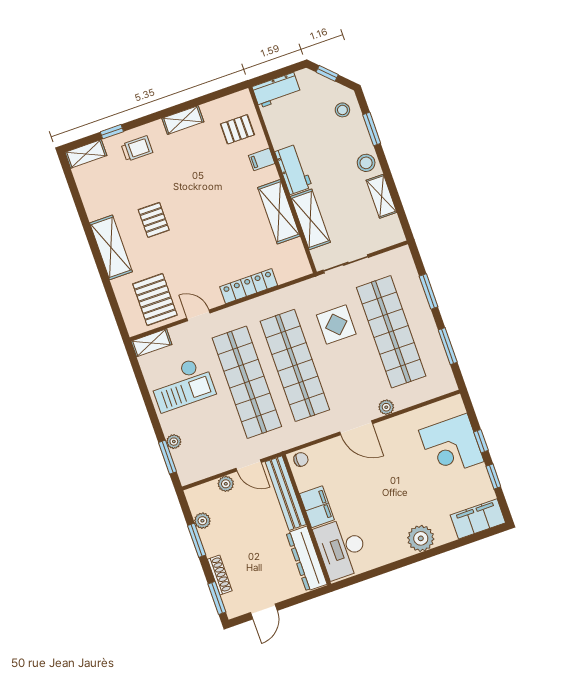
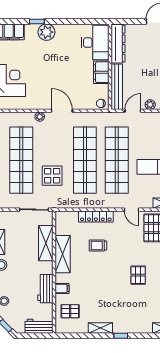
window: (112, 132) -> (121, 336), moved
trolley: (137, 149) -> (98, 245), moved
workbench: (293, 169) -> (45, 289), moved
door: (249, 465) -> (133, 111), hinge flipped
window: (441, 549) -> (37, 21), added

